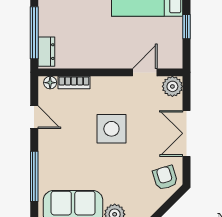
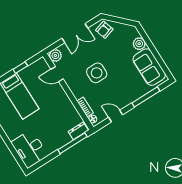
door: (34, 117) -> (116, 116), hinge flipped

